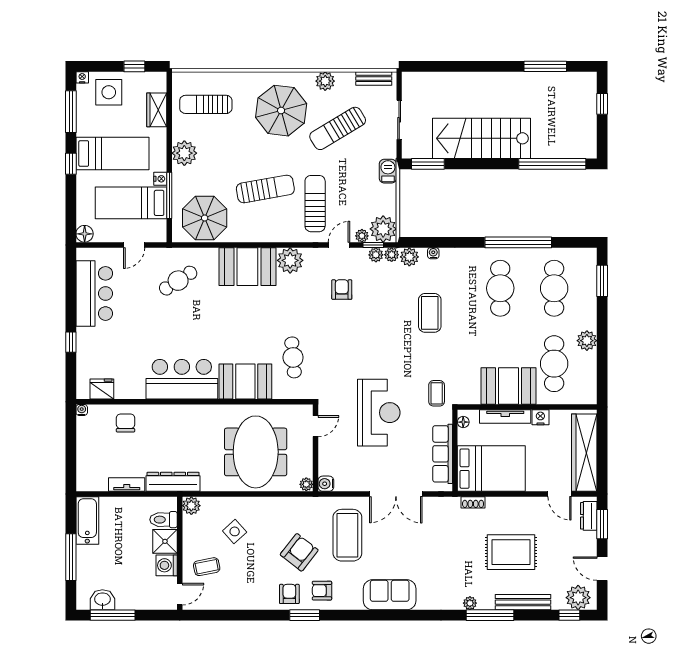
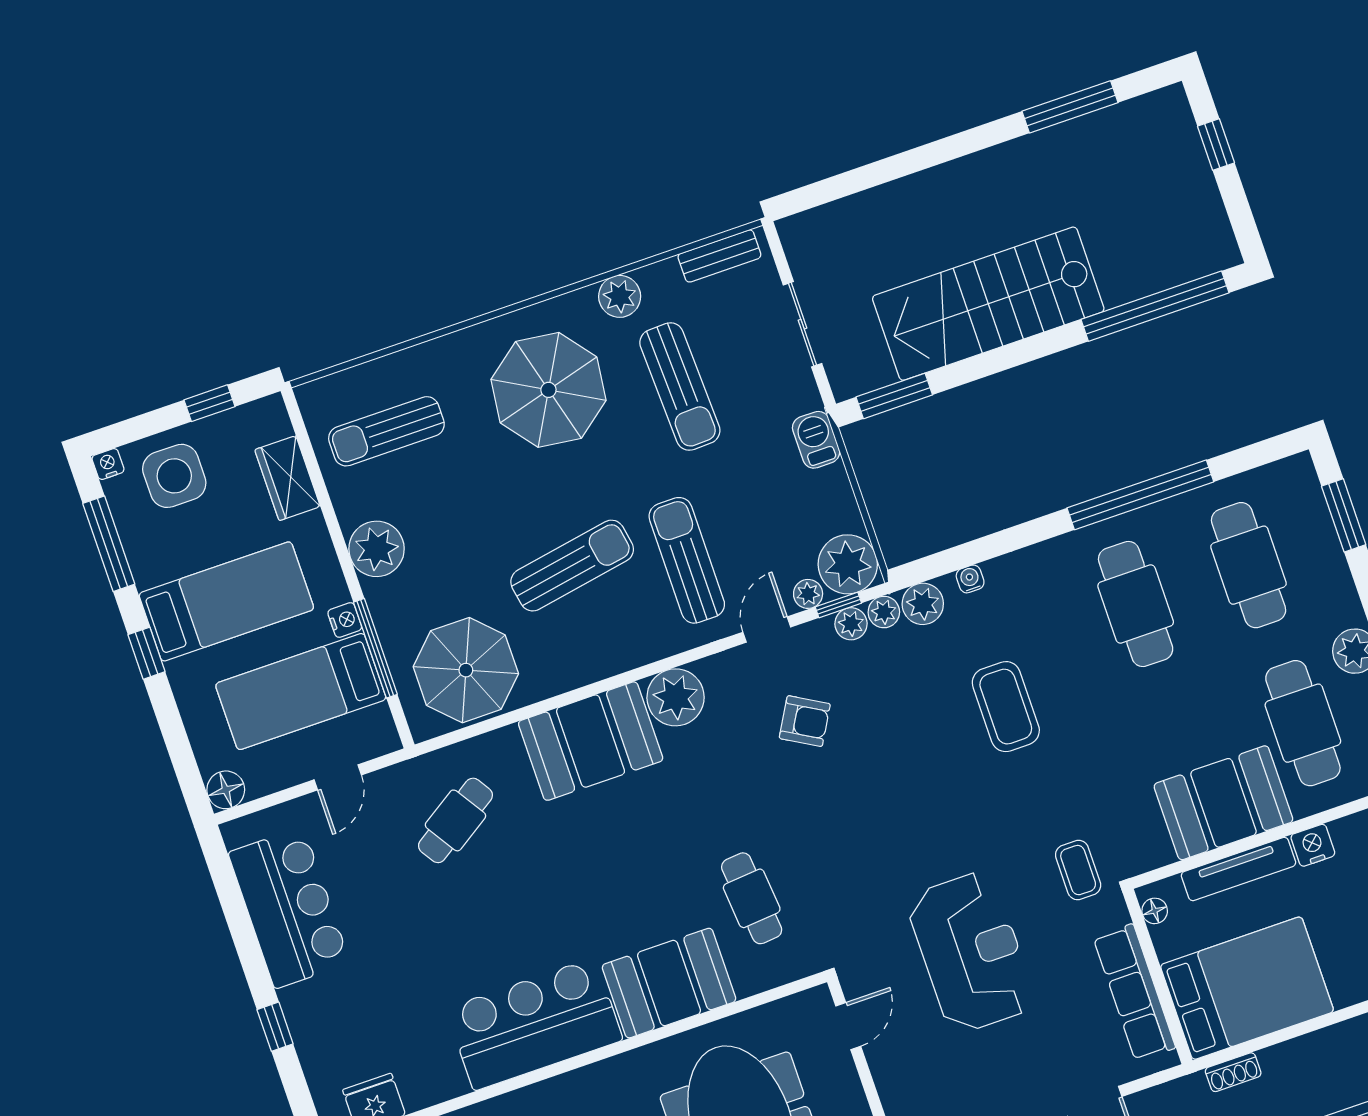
sun lounger: (338, 128) -> (680, 387), turned -61
armchair: (342, 290) -> (805, 721), turned 120

